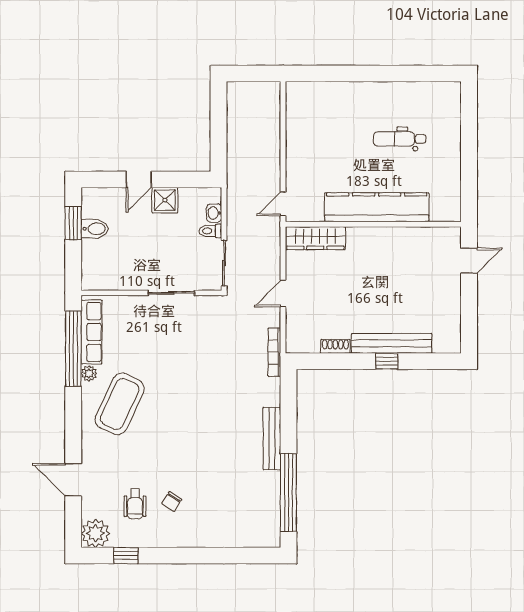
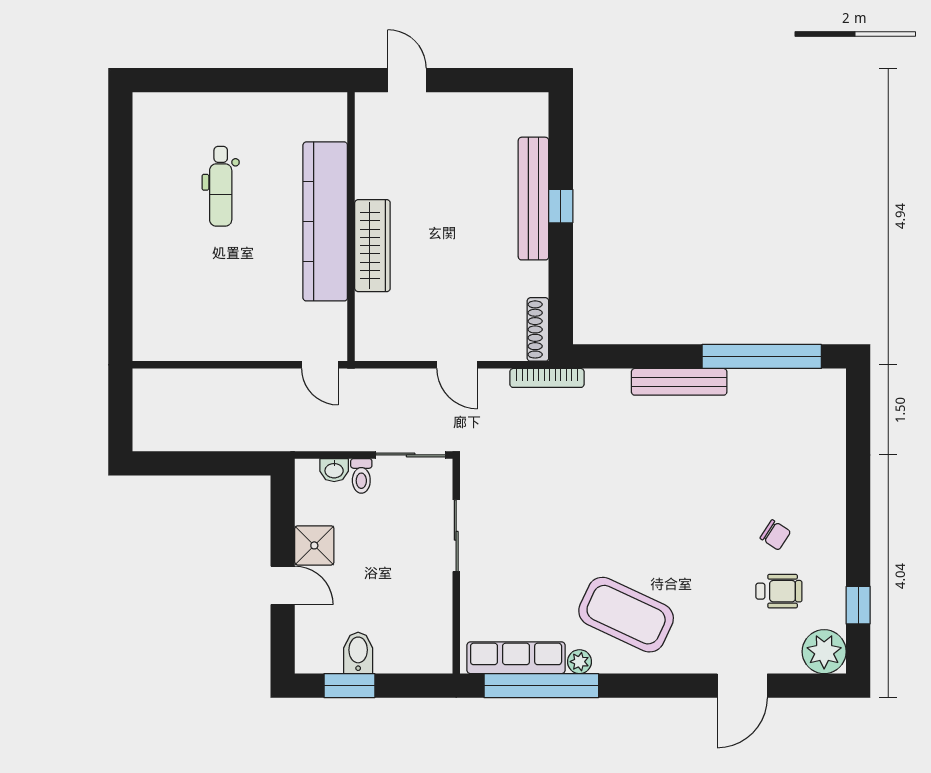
wardrobe: (315, 238) -> (372, 246), moved
shoe rack: (335, 346) -> (538, 329), moved, width x1.43

